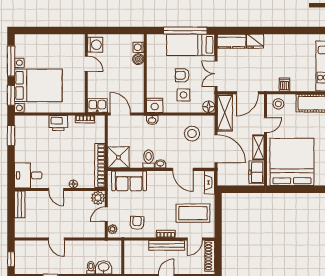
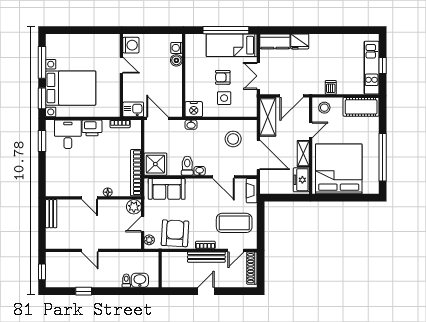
floor lamp: (209, 107) -> (251, 111), removed
desk: (28, 175) -> (68, 134), moved, turned 90
armchair: (137, 223) -> (175, 233), width x1.88, depth x1.88

